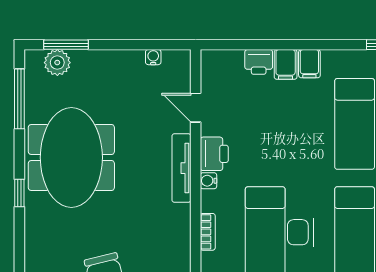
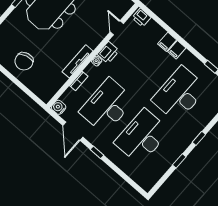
printer: (259, 62) -> (141, 18), moved
tv unit: (181, 168) -> (78, 61), moved

